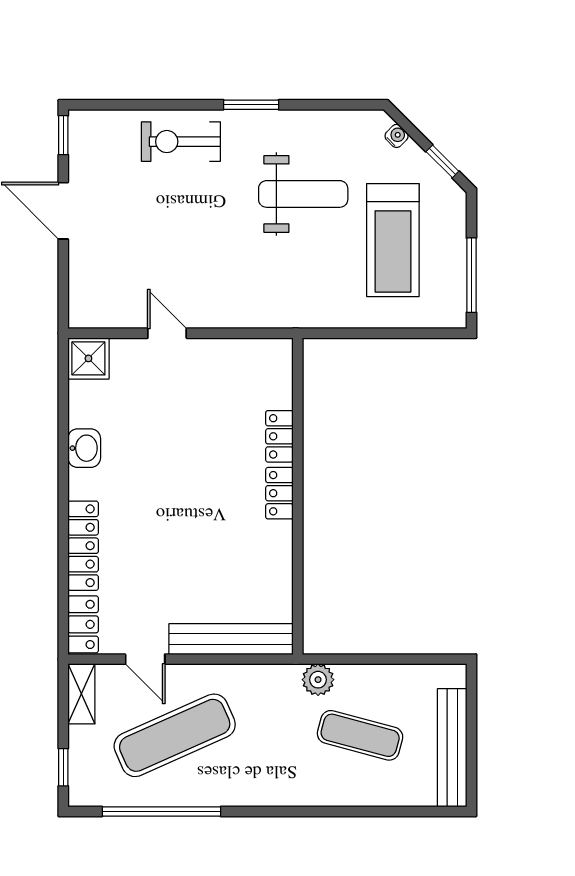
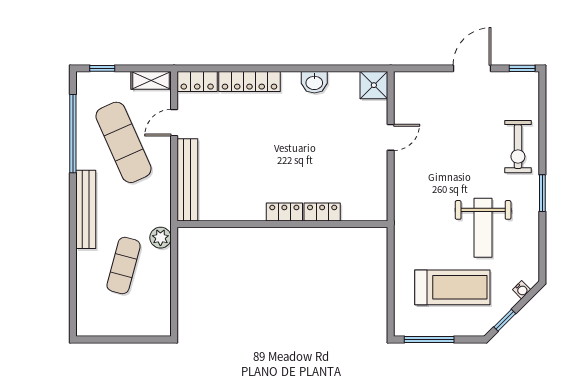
exercise bike: (181, 142) -> (518, 147), turned 180
treadmill: (393, 240) -> (452, 287), turned 180
bench: (452, 748) -> (86, 209), moved, turned 90

